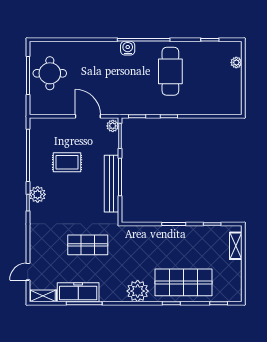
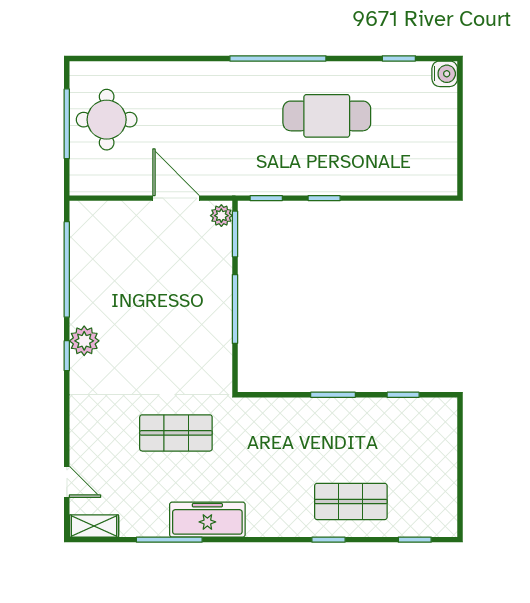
water cooler: (128, 48) -> (445, 74), moved, turned 90
plant: (236, 62) -> (447, 100), removed
cafe table: (170, 71) -> (327, 116), turned 90
rug: (67, 162) -> (138, 282), removed
bench: (112, 184) -> (219, 321), removed
shelving: (236, 246) -> (446, 435), removed
door: (28, 272) -> (67, 482), swing flipped
shop shelf: (184, 282) -> (351, 501), width x0.70, depth x0.74
plant: (138, 291) -> (267, 517), removed
freezer: (78, 292) -> (207, 520), moved

